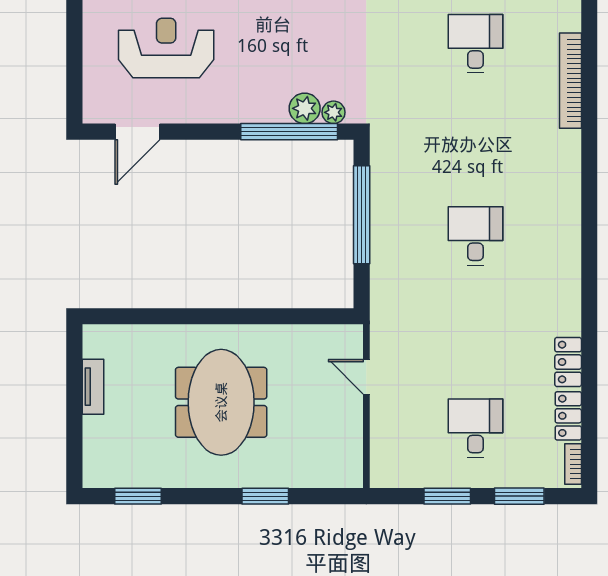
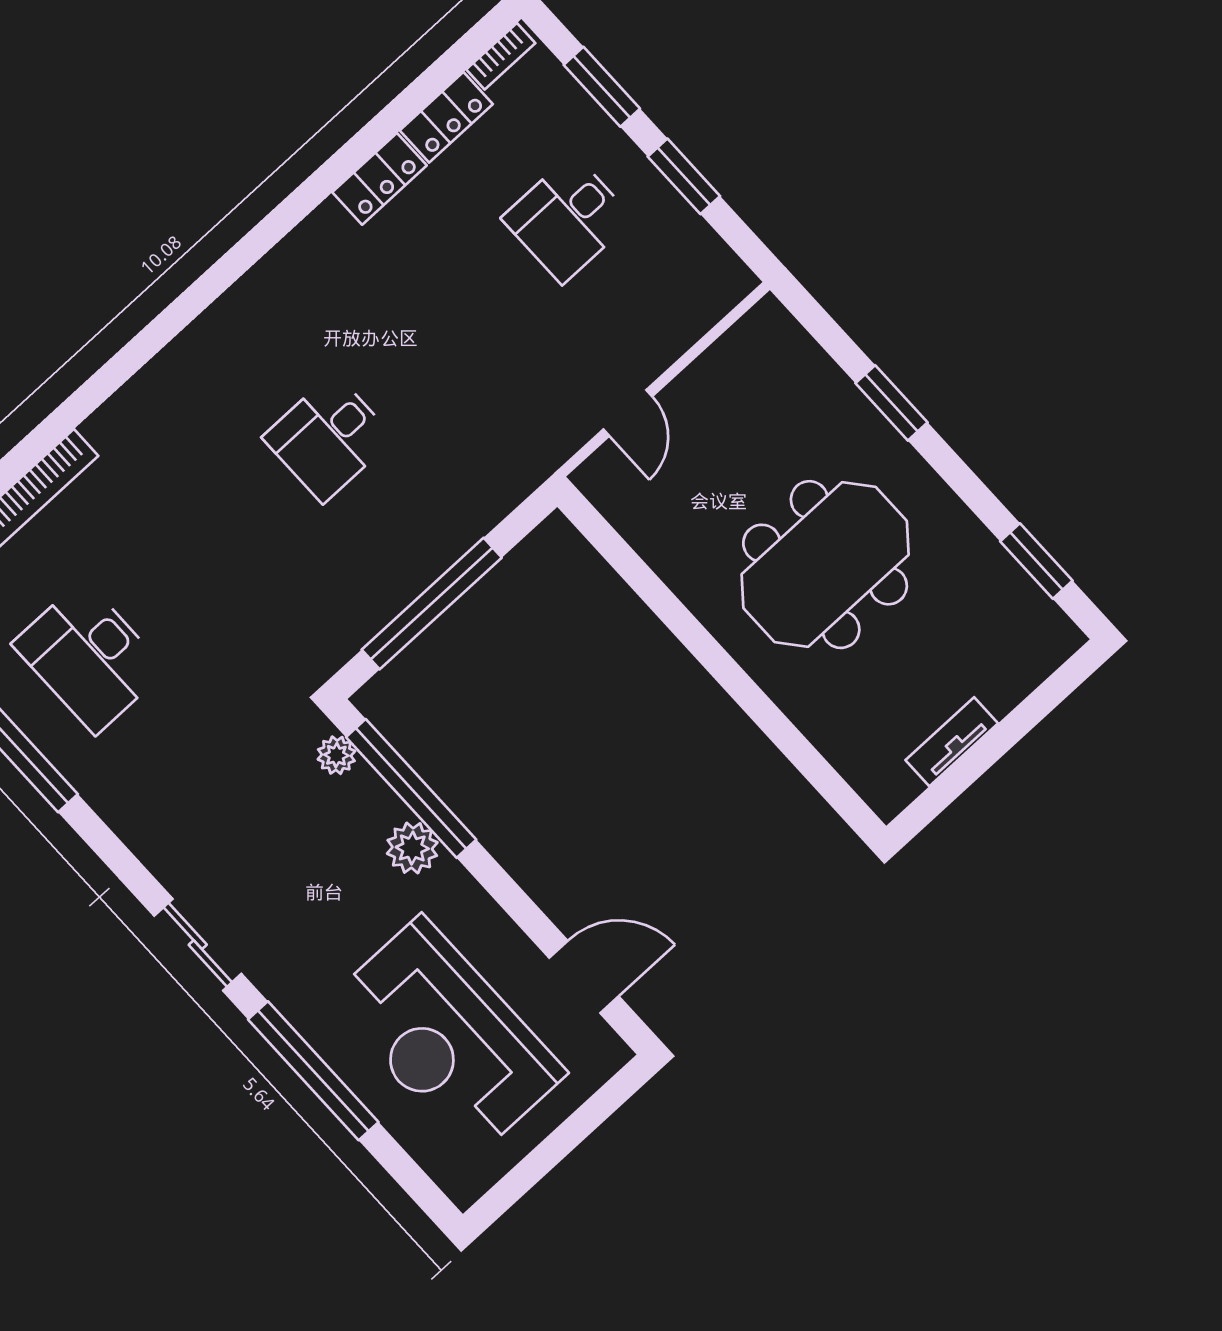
desk: (475, 44) -> (89, 657), width x1.37
reception desk: (166, 48) -> (447, 1037), width x1.36, depth x1.30
plant: (305, 108) -> (412, 848), moved

